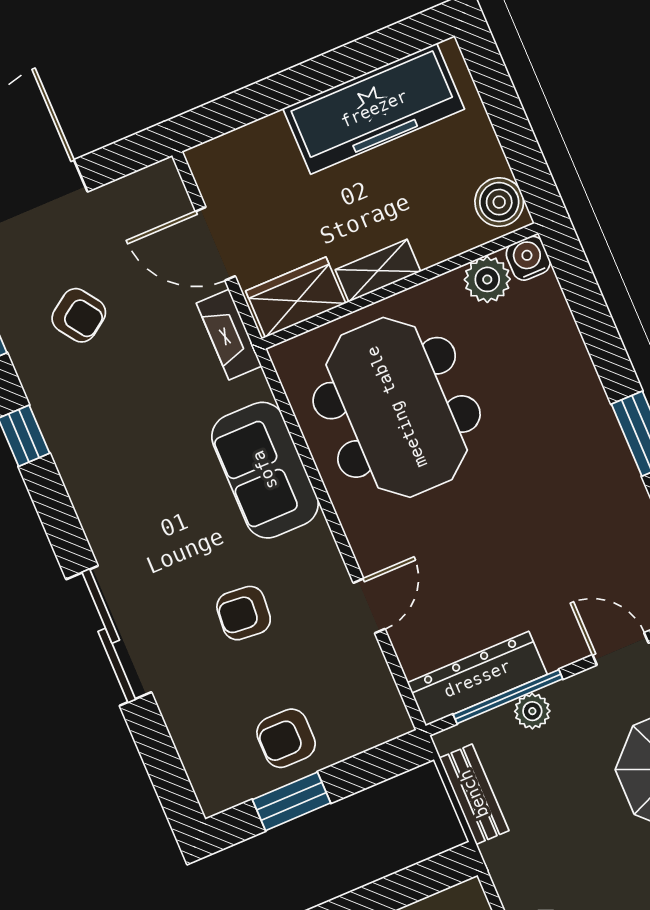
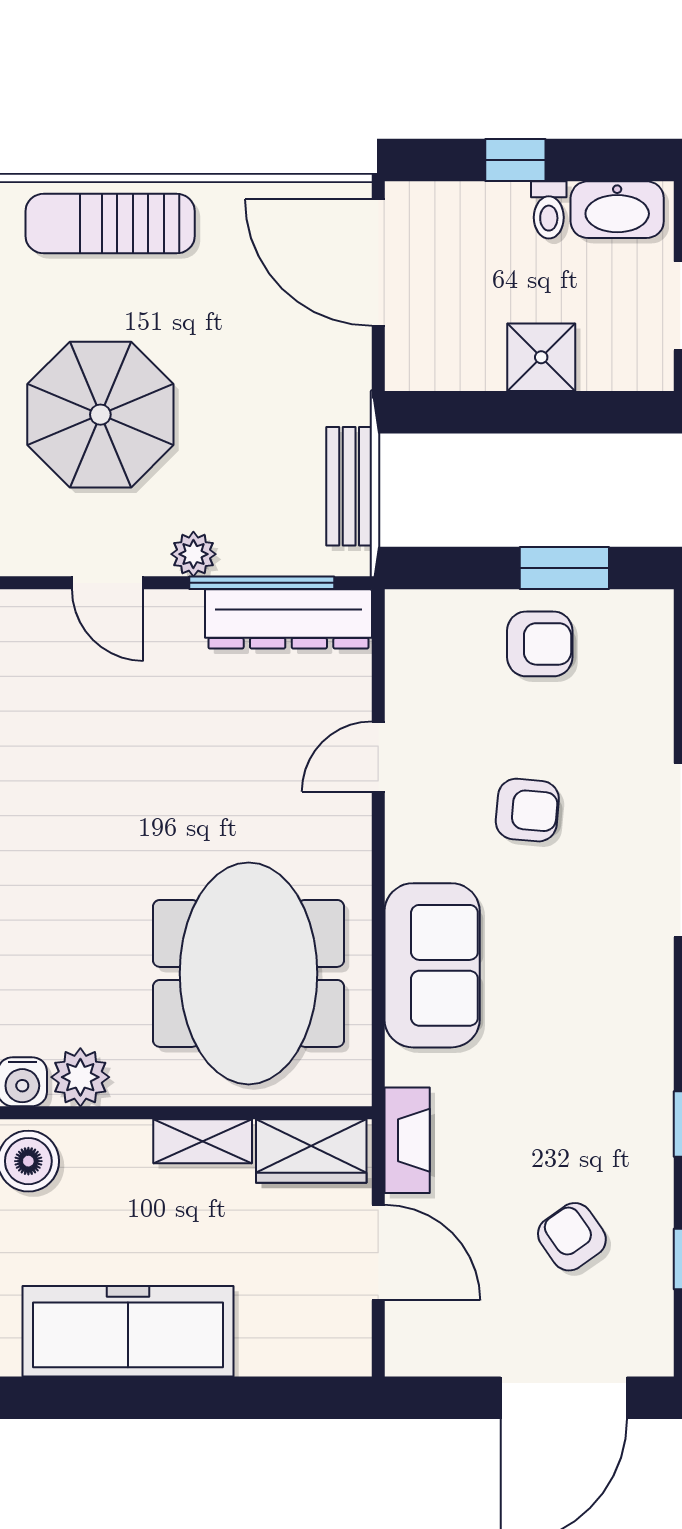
plant: (532, 711) -> (193, 554), moved

